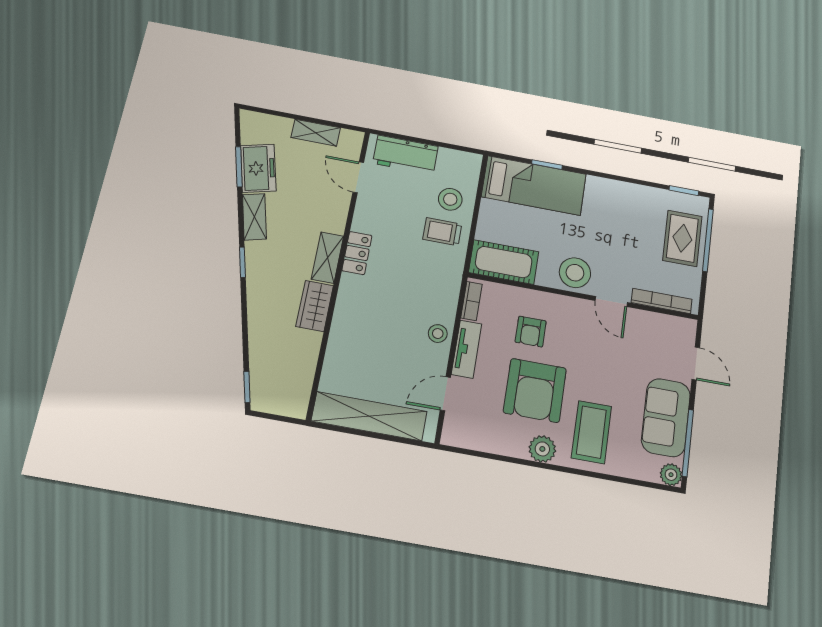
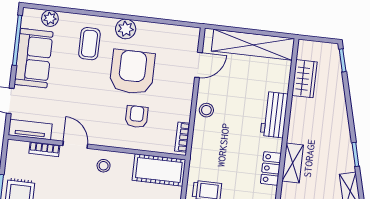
stool: (575, 273) -> (104, 166), width x0.53, depth x0.53
bookcase: (662, 301) -> (44, 149), width x0.64
wardrobe: (315, 306) -> (304, 79), moved
workbench: (347, 321) -> (274, 115), added
tv unit: (467, 349) -> (30, 130), moved, turned 90
coffee table: (591, 432) -> (89, 44), width x0.73, depth x0.77
plant: (671, 475) -> (50, 18), moved

